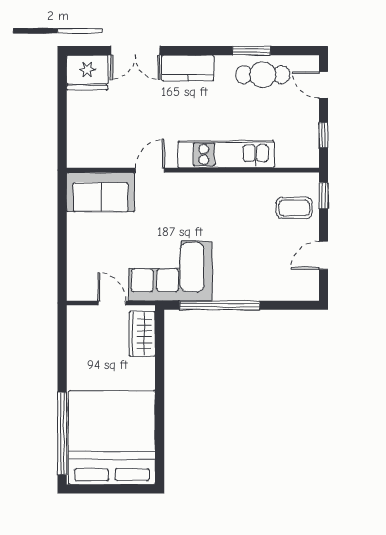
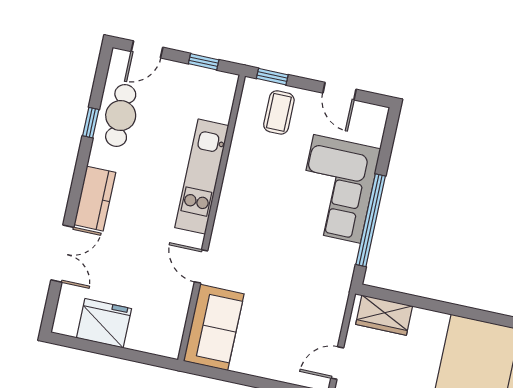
window: (251, 51) -> (91, 123), width x0.67
fridge: (87, 72) -> (104, 323), moved, turned -90
corner sofa: (170, 271) -> (337, 189), moved
door: (112, 303) -> (337, 363), moved

